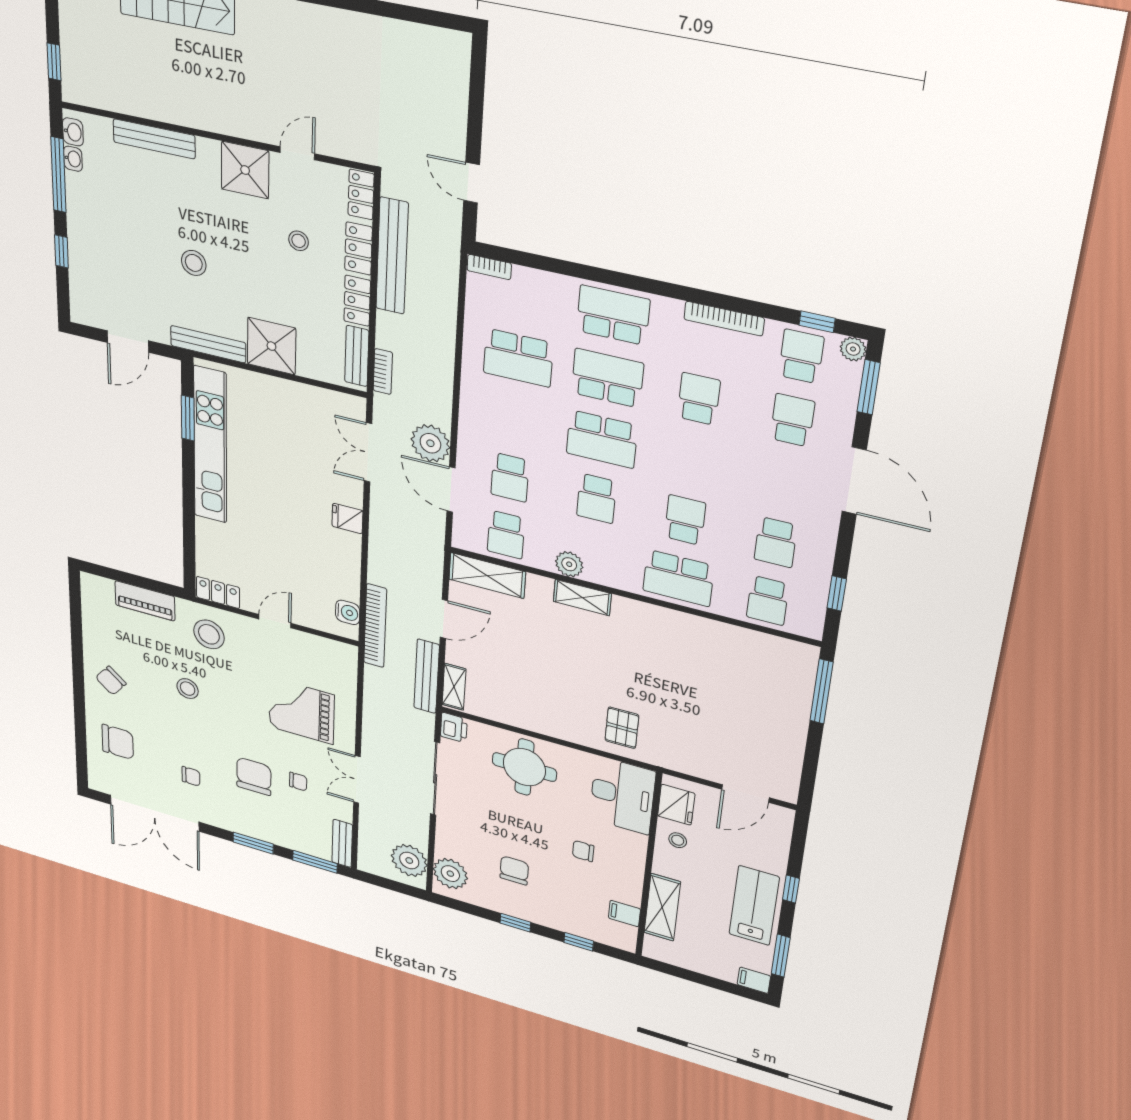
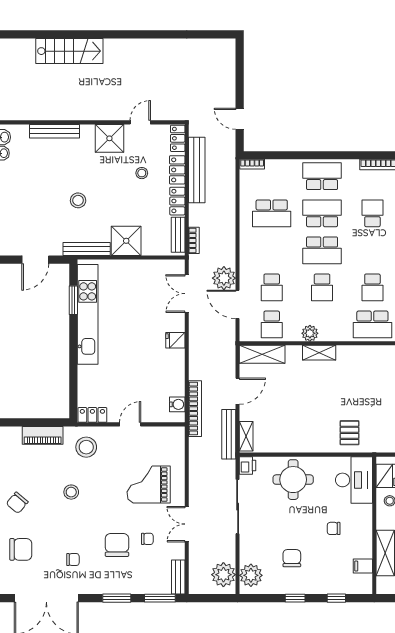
school desk: (685, 520) -> (372, 287), turned 180

